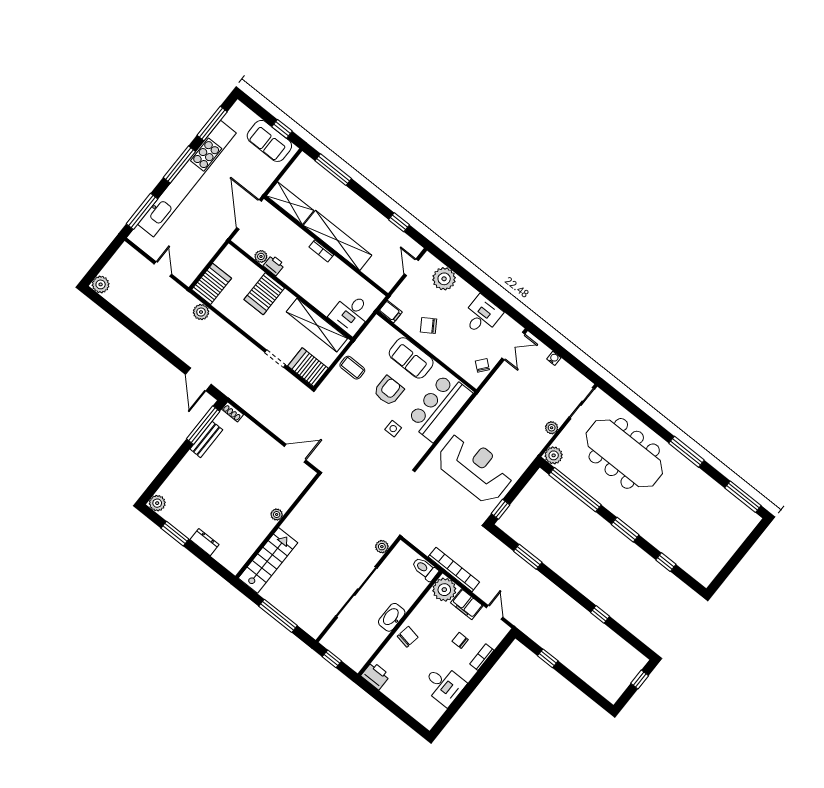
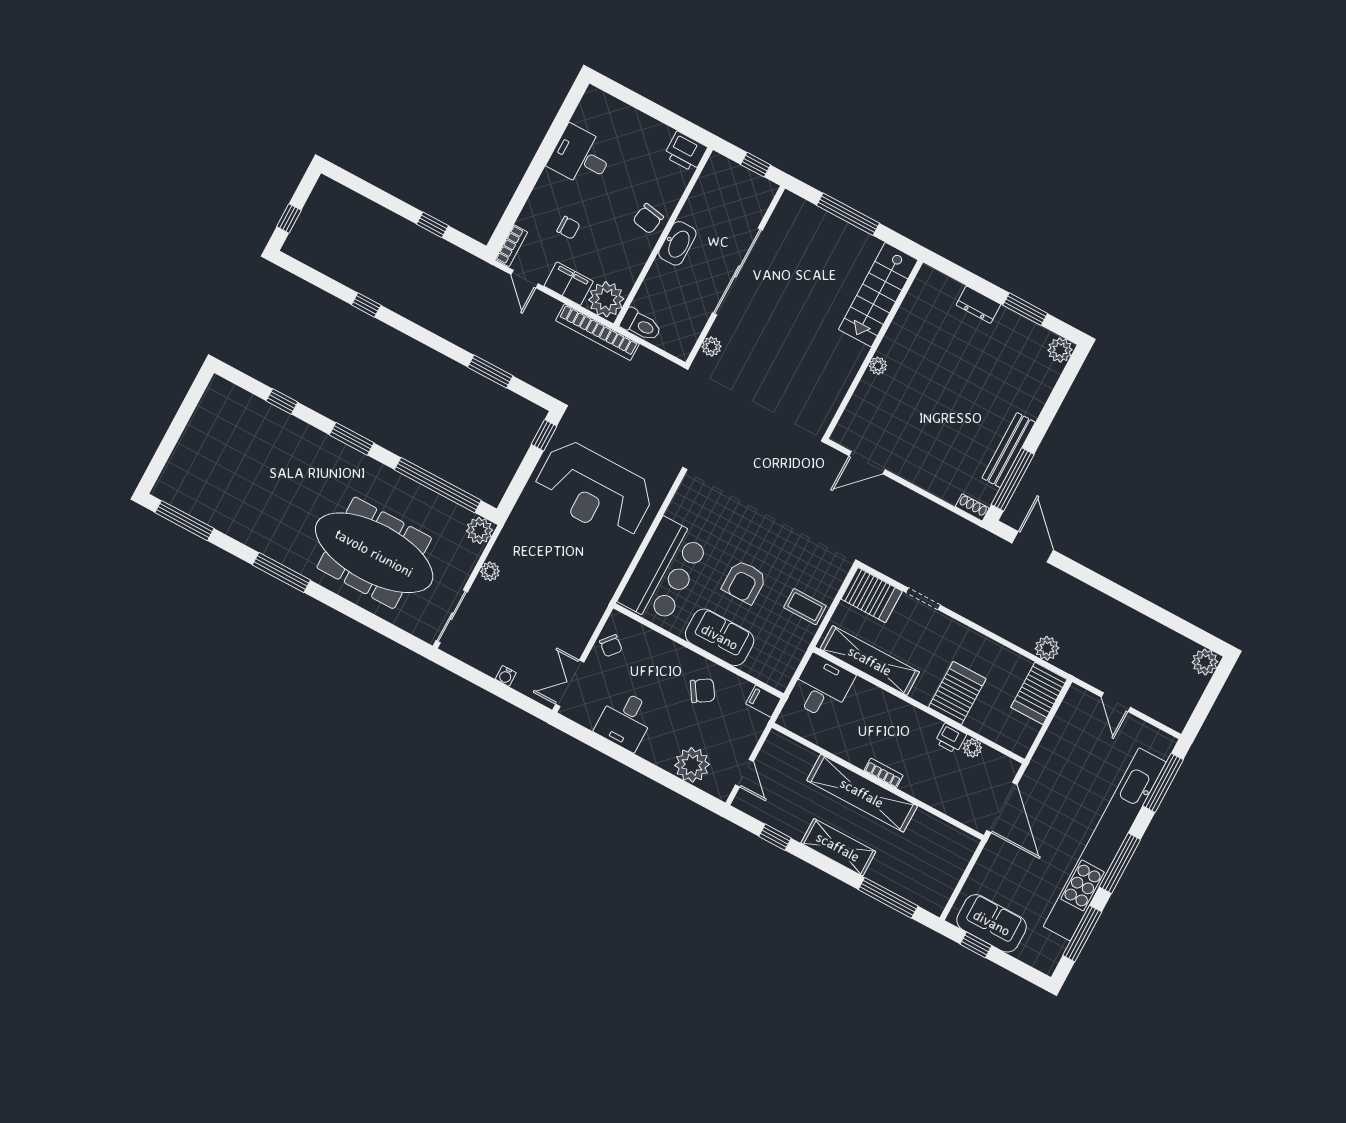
shelving: (290, 203) -> (838, 847), moved
side table: (393, 429) -> (727, 526), removed
bench: (206, 439) -> (1009, 450), width x1.36
bookcase: (482, 657) -> (511, 246), moved

